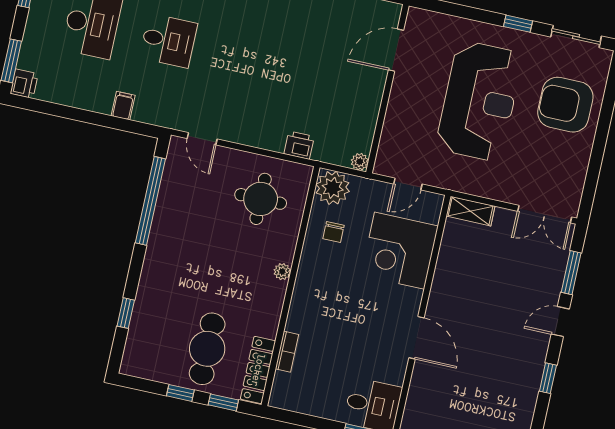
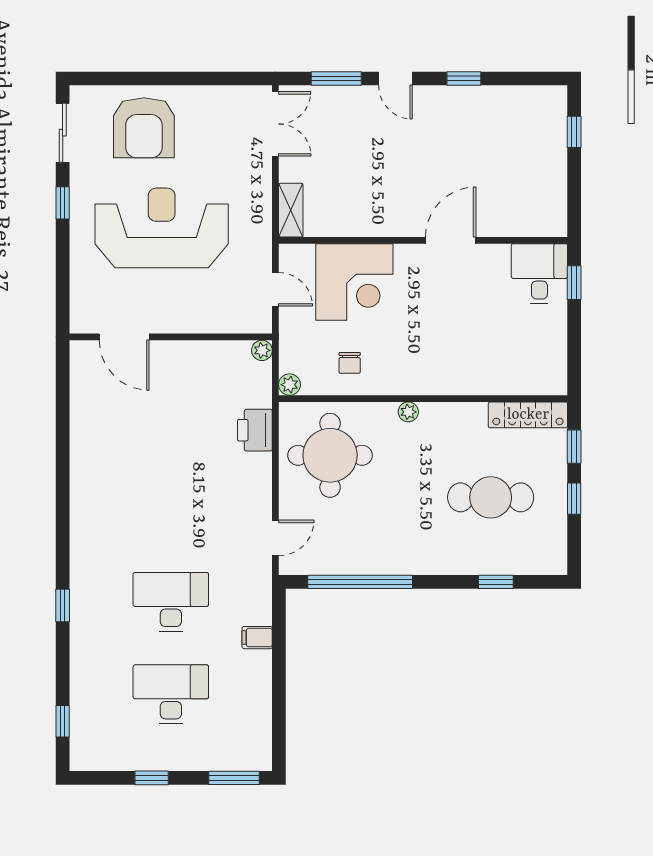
desk: (168, 41) -> (171, 602), width x1.37
printer: (24, 84) -> (257, 757), removed
printer: (299, 145) -> (255, 430), width x1.36, depth x1.24
plant: (333, 188) -> (290, 385), width x0.53, depth x0.53
round table: (261, 199) -> (330, 455), width x1.36, depth x1.36
chair: (333, 232) -> (350, 363), turned 90
cafe table: (207, 349) -> (491, 497), moved
bookcase: (287, 352) -> (499, 386), removed

